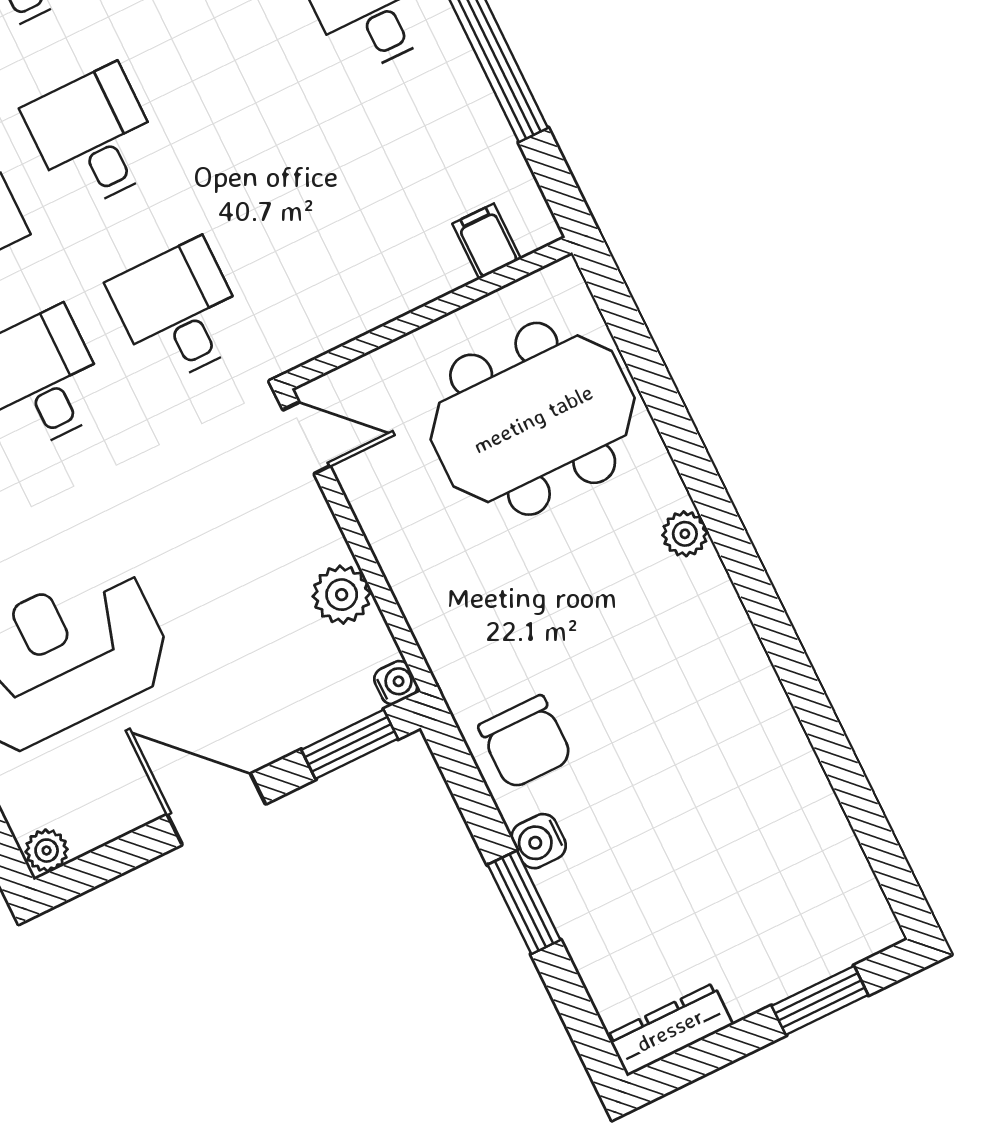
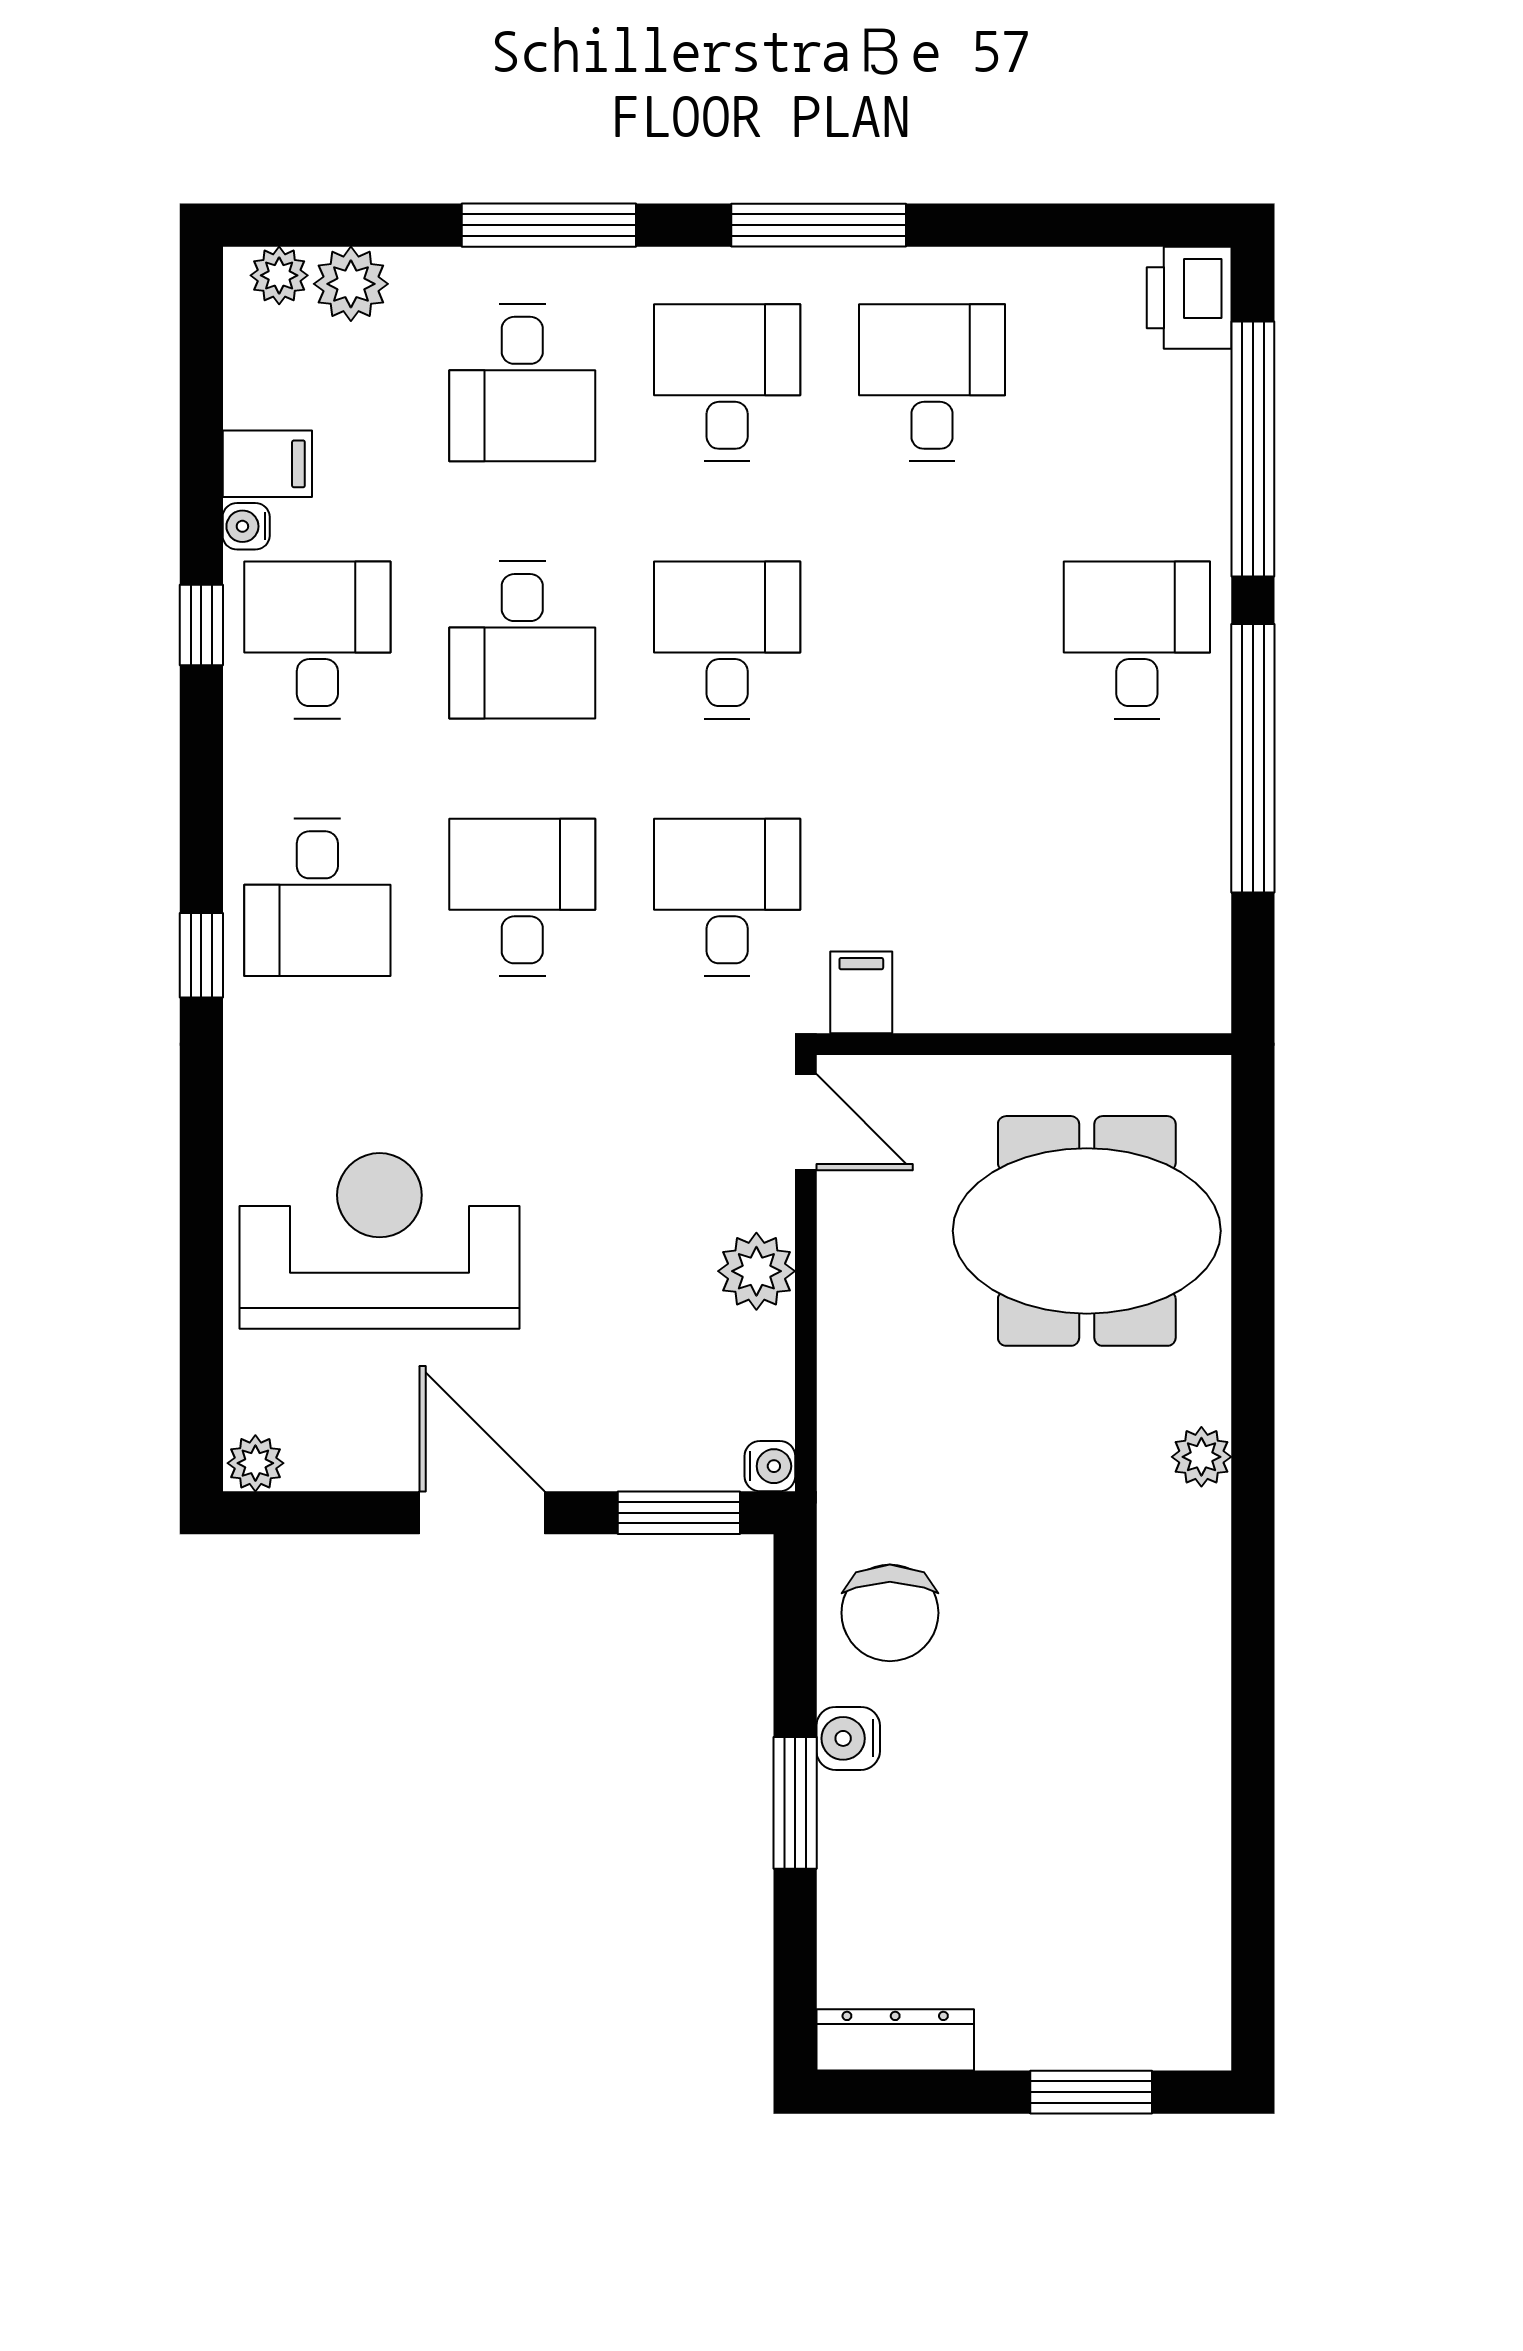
filing cabinet: (487, 241) -> (861, 992), moved
plant: (342, 595) -> (756, 1271), moved

